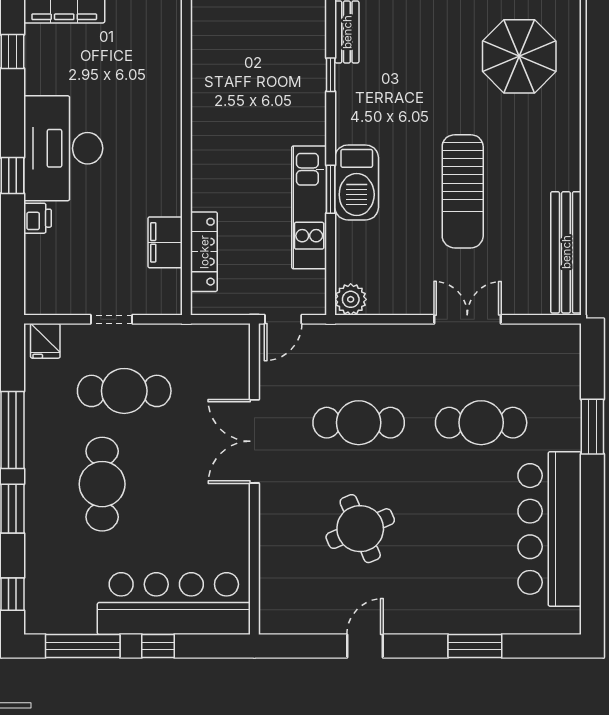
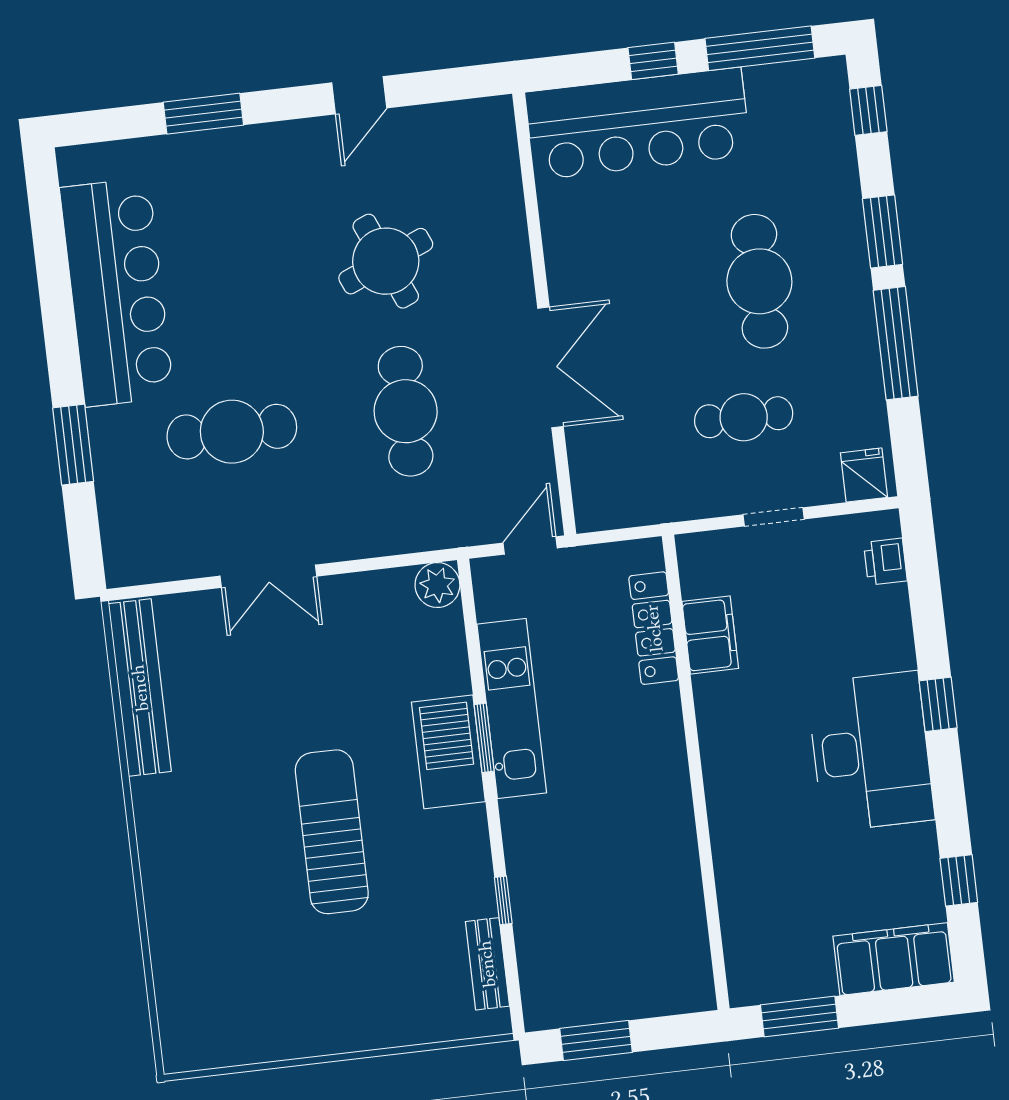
parasol: (519, 56) -> (239, 958), removed
sun lounger: (463, 191) -> (332, 832), moved
printer: (37, 218) -> (885, 562), moved
cafe table: (124, 391) -> (744, 417), width x0.73, depth x0.74
cafe table: (359, 423) -> (406, 411), turned 90

